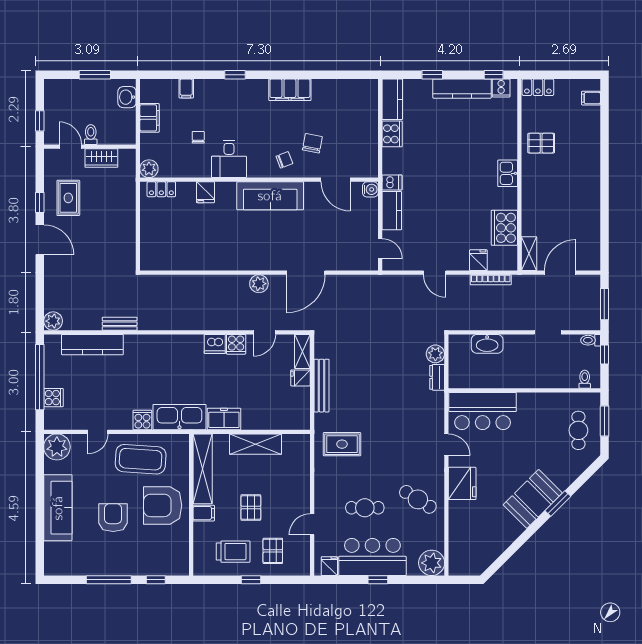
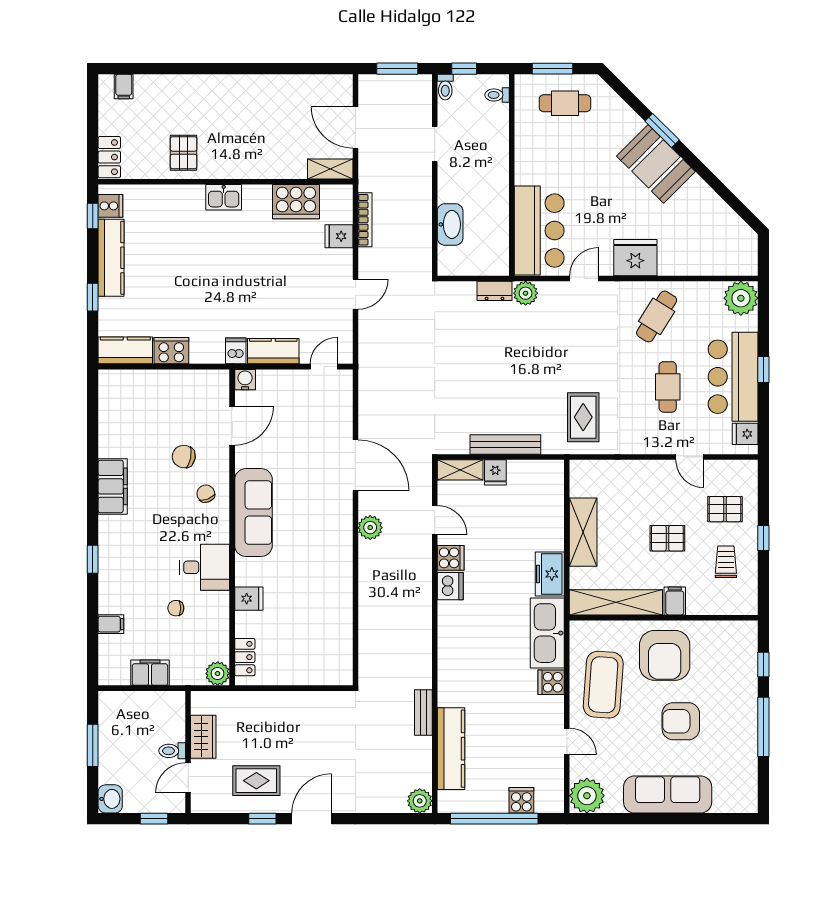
washbasin: (127, 97) -> (110, 799), moved, turned -90
plant: (435, 354) -> (526, 293), moved
trolley: (233, 552) -> (726, 562), width x0.73, depth x0.72

